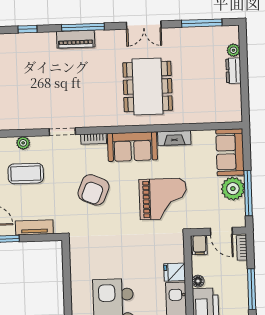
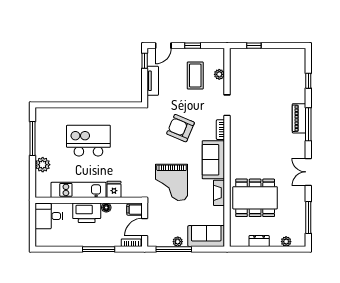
dresser: (233, 71) -> (259, 241), moved
dining table: (148, 86) -> (255, 198), moved
plant: (233, 189) -> (178, 242), width x0.53, depth x0.53

